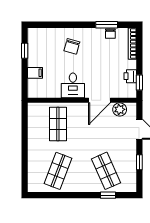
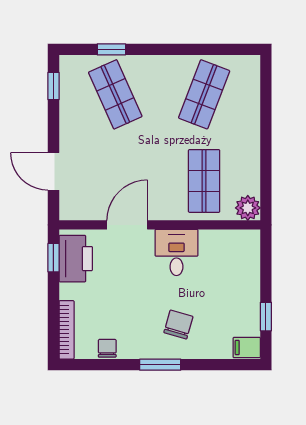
window: (107, 25) -> (160, 365), moved
filing cabinet: (35, 73) -> (247, 348), moved
printer: (130, 76) -> (76, 259), width x1.87, depth x1.48
plant: (120, 109) -> (248, 208), moved
window: (139, 162) -> (53, 86), moved

